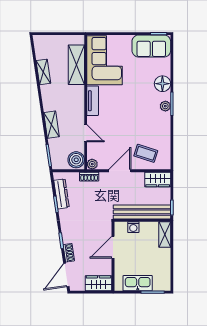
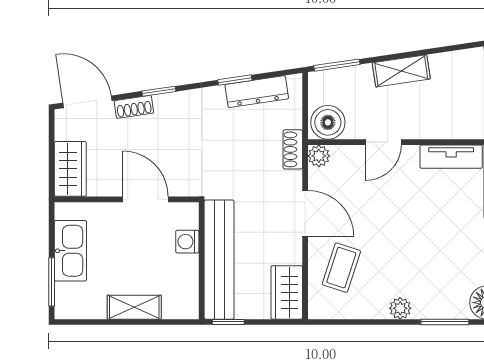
plant: (165, 106) -> (400, 308), moved
shelving: (165, 235) -> (134, 307), moved

